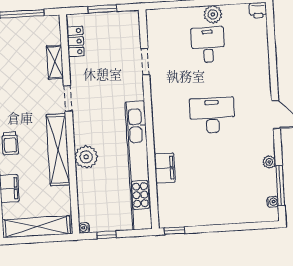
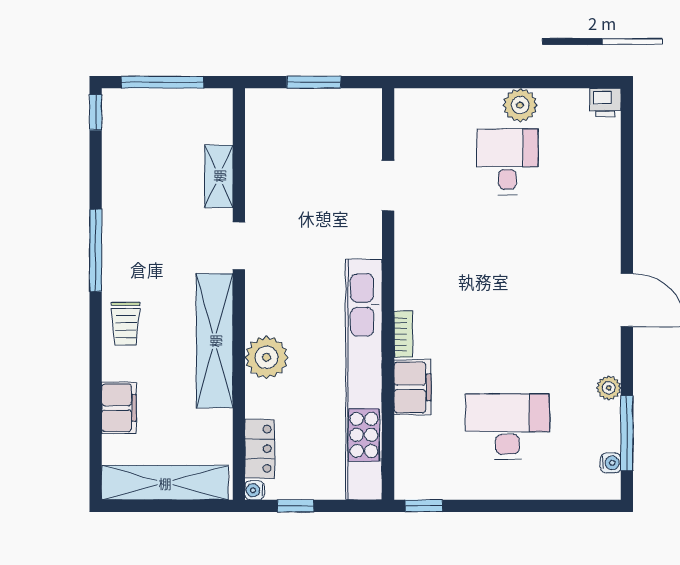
locker: (75, 41) -> (260, 449), moved
desk: (212, 115) -> (507, 426), moved
bookcase: (158, 140) -> (403, 334), added

